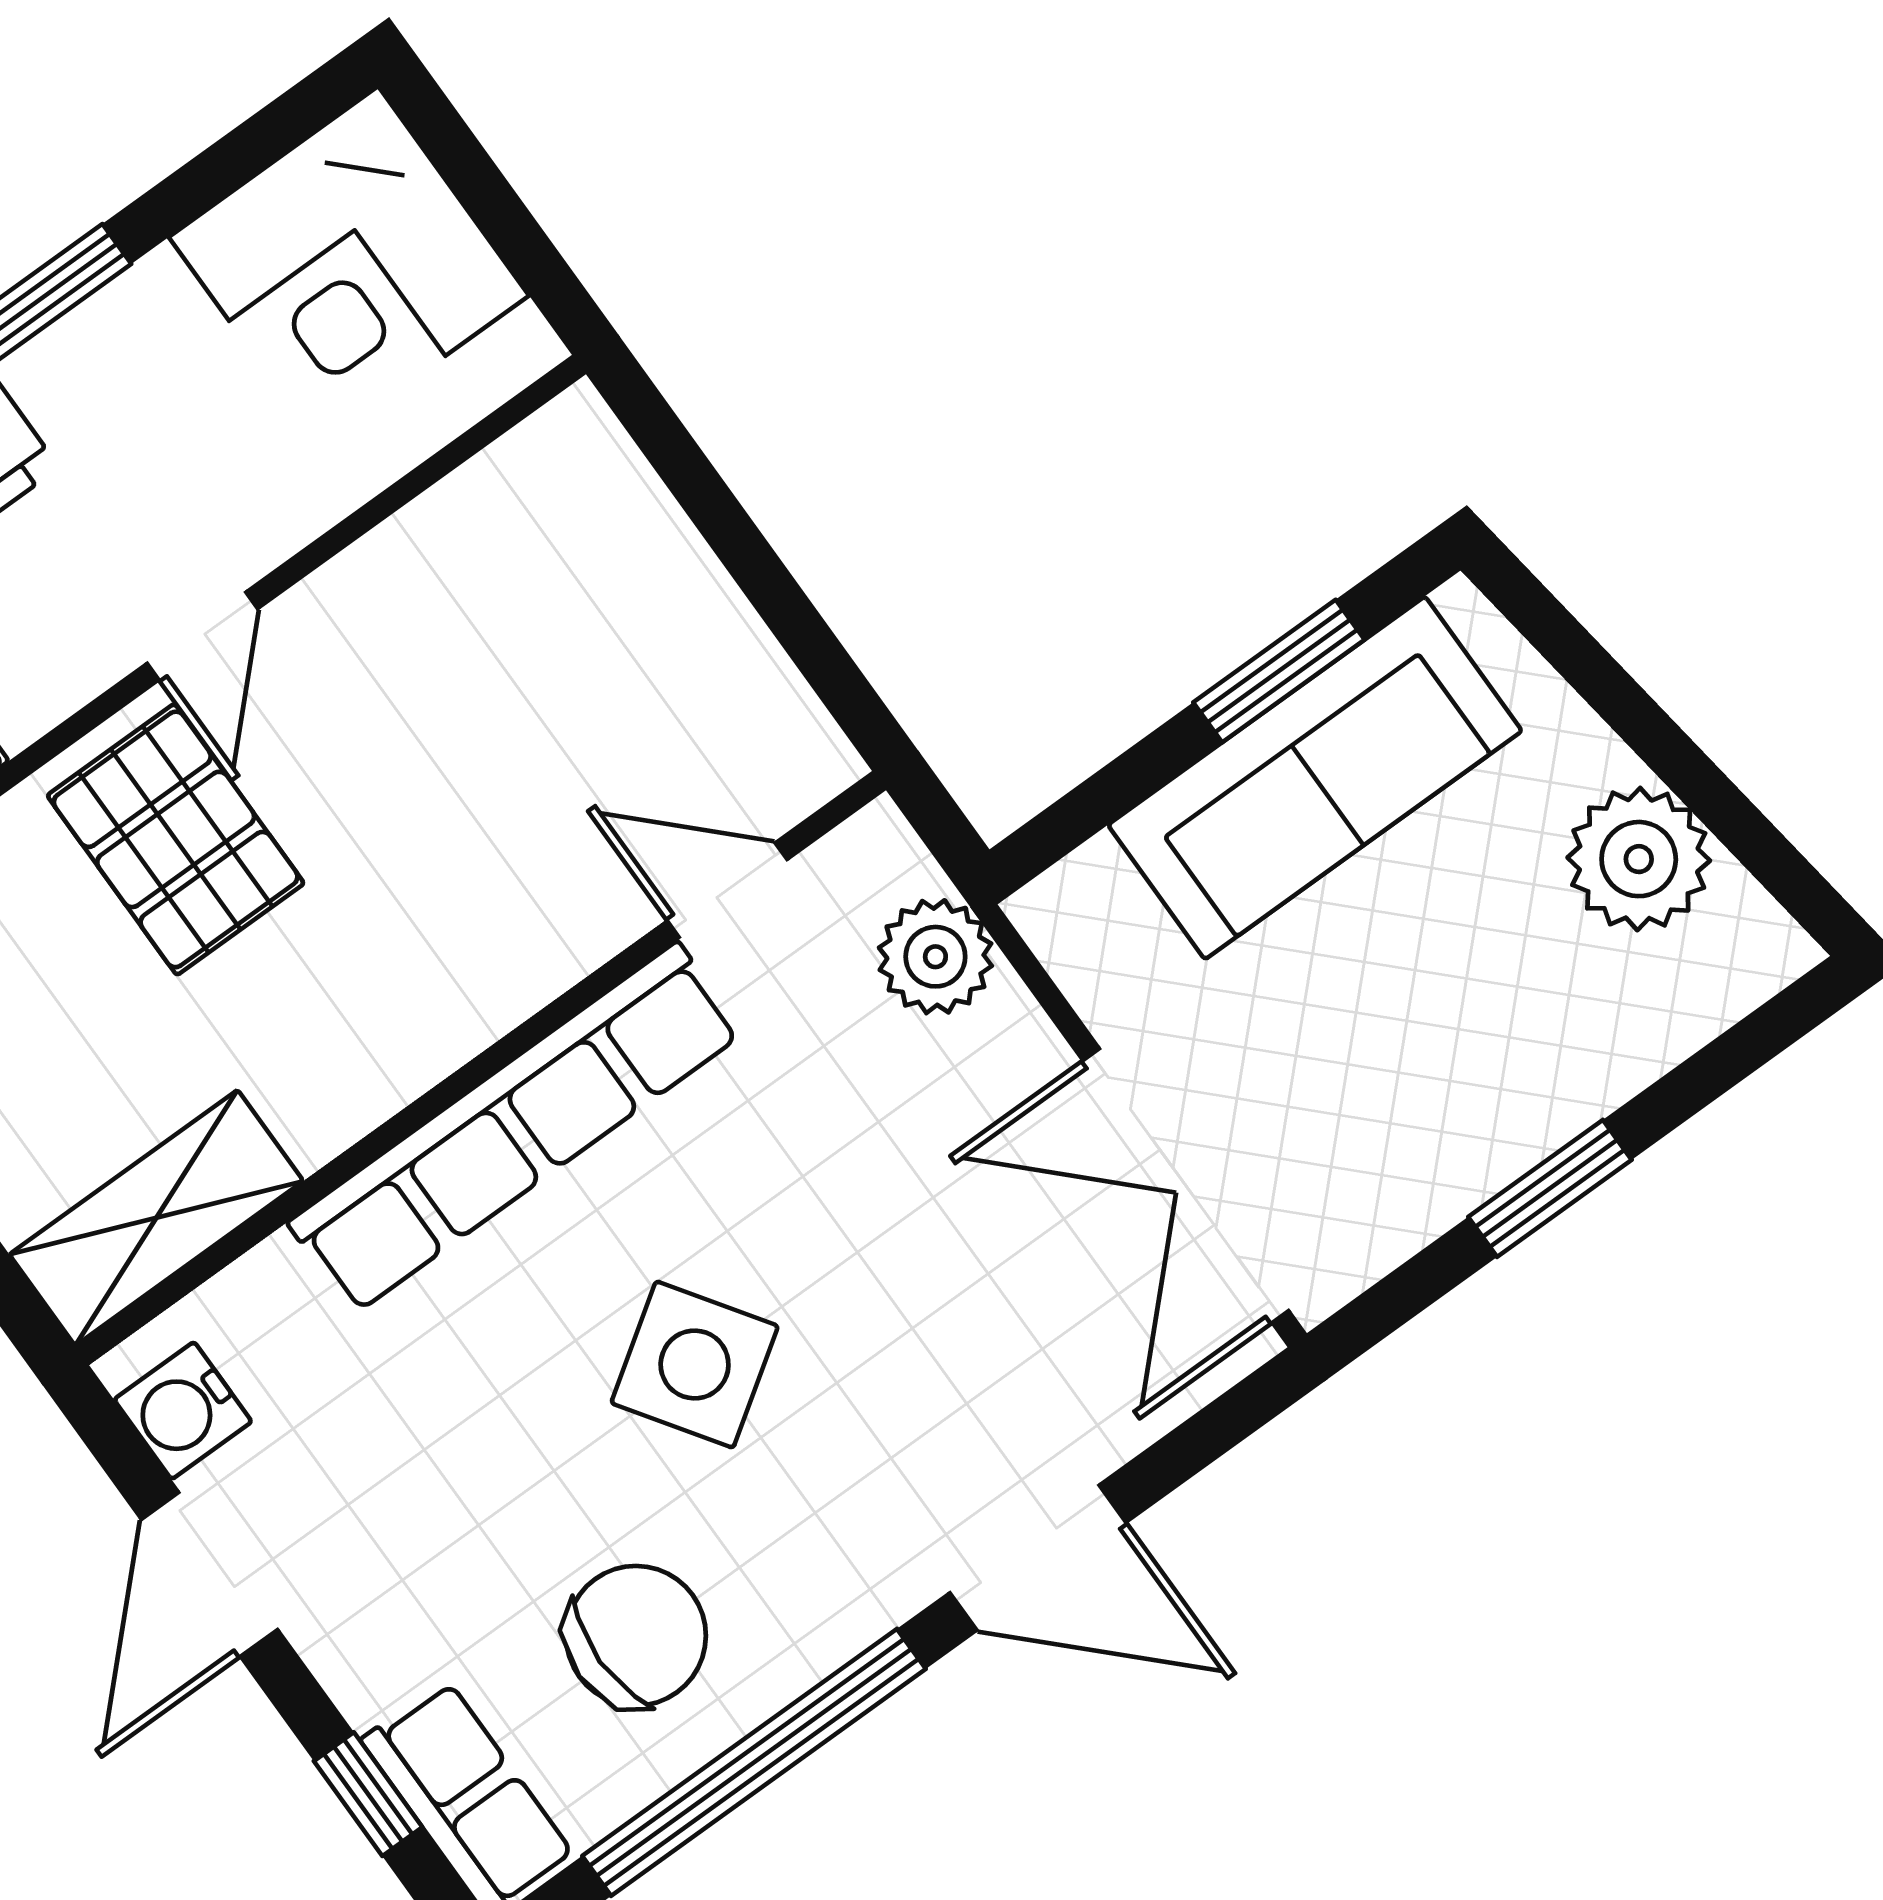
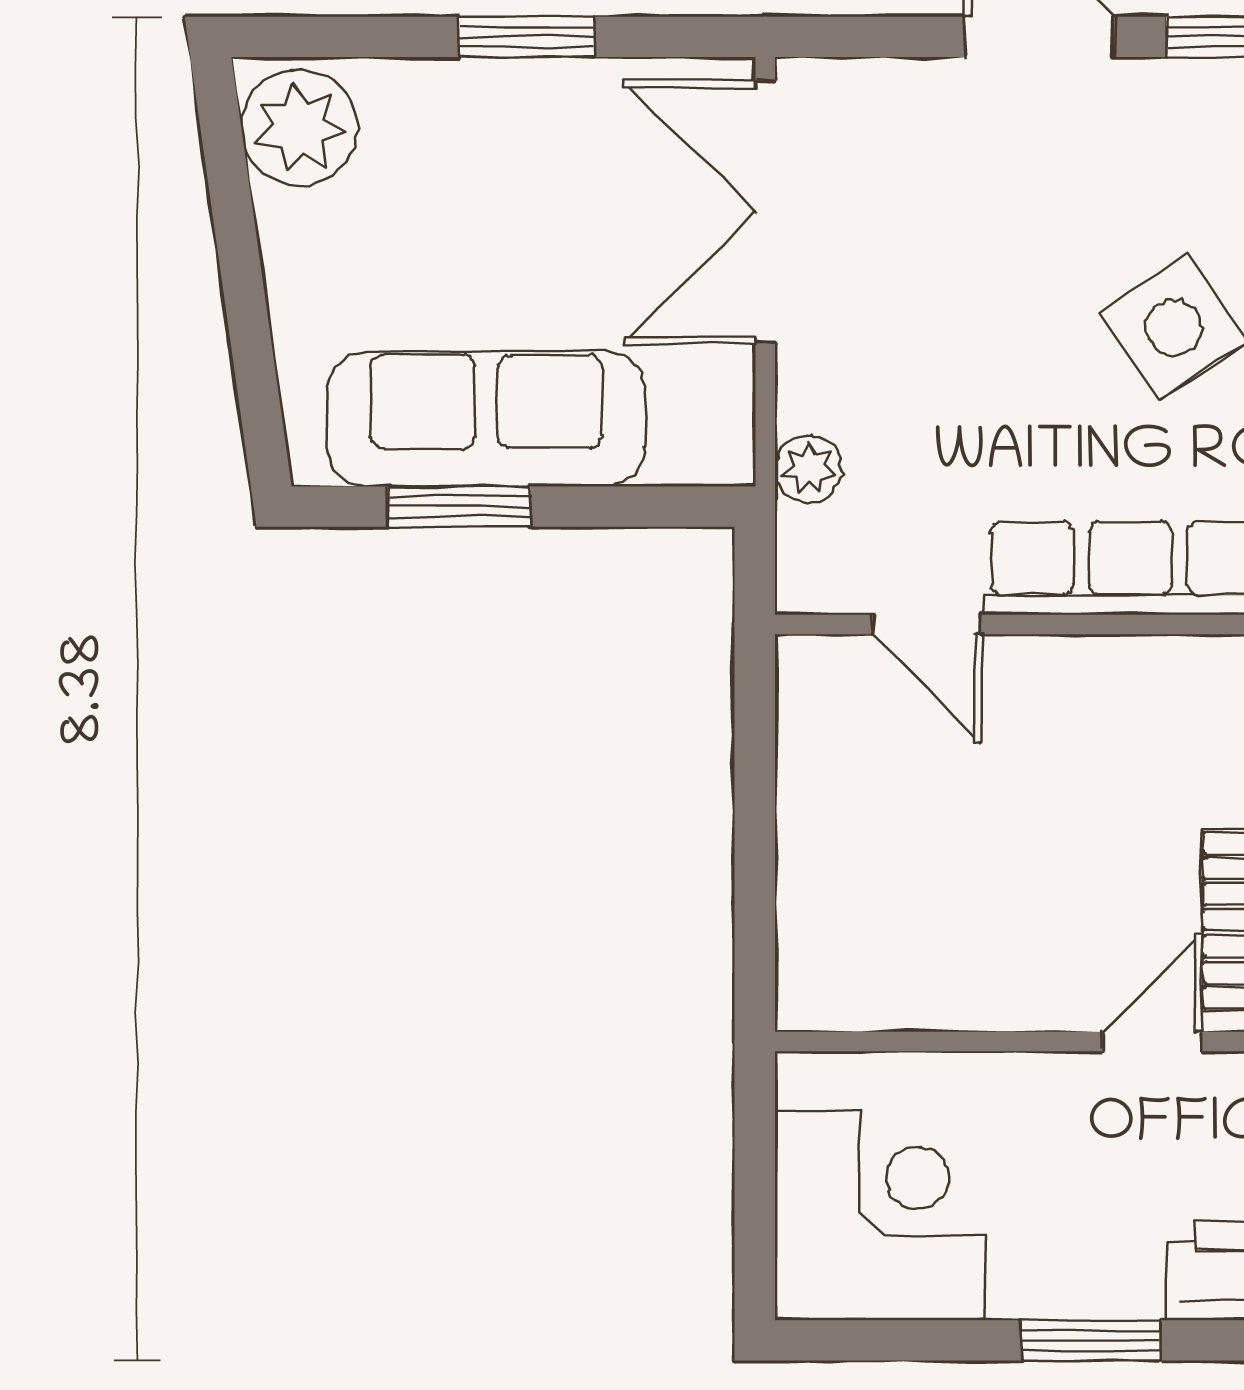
plant: (1639, 859) -> (300, 128), moved
plant: (935, 957) -> (809, 469), width x0.73, depth x0.73
double door: (1186, 1186) -> (765, 212), swing flipped

